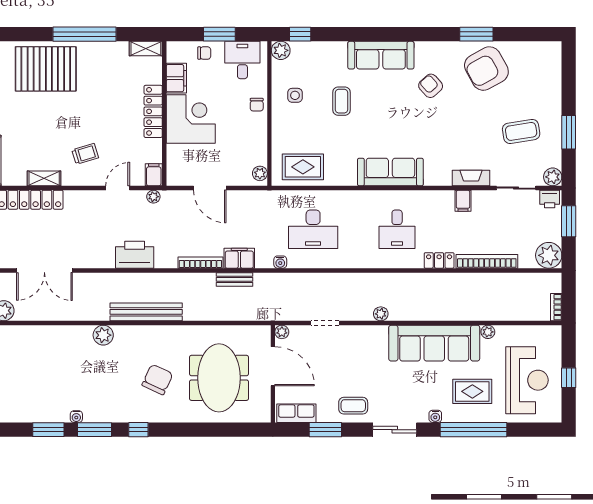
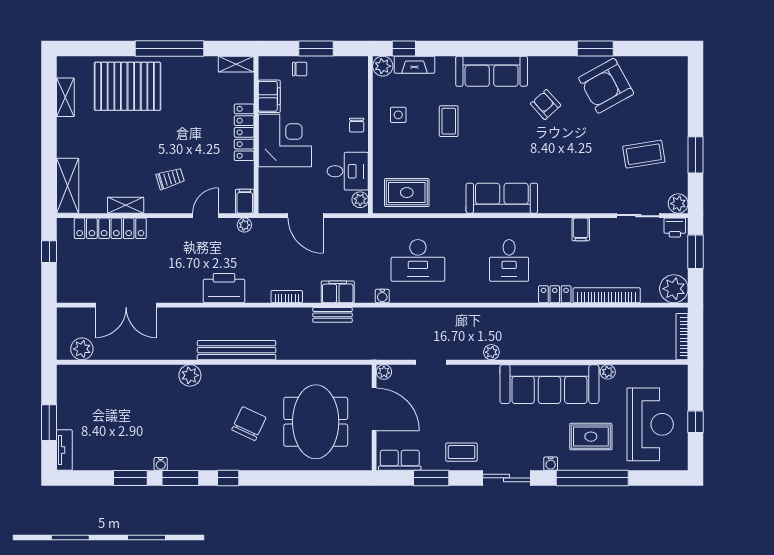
desk: (242, 60) -> (348, 171), moved, turned 90
fireplace: (471, 178) -> (414, 65), moved, turned 180
bookcase: (200, 263) -> (287, 297), width x0.64
bookcase: (556, 307) -> (682, 337), width x1.56

